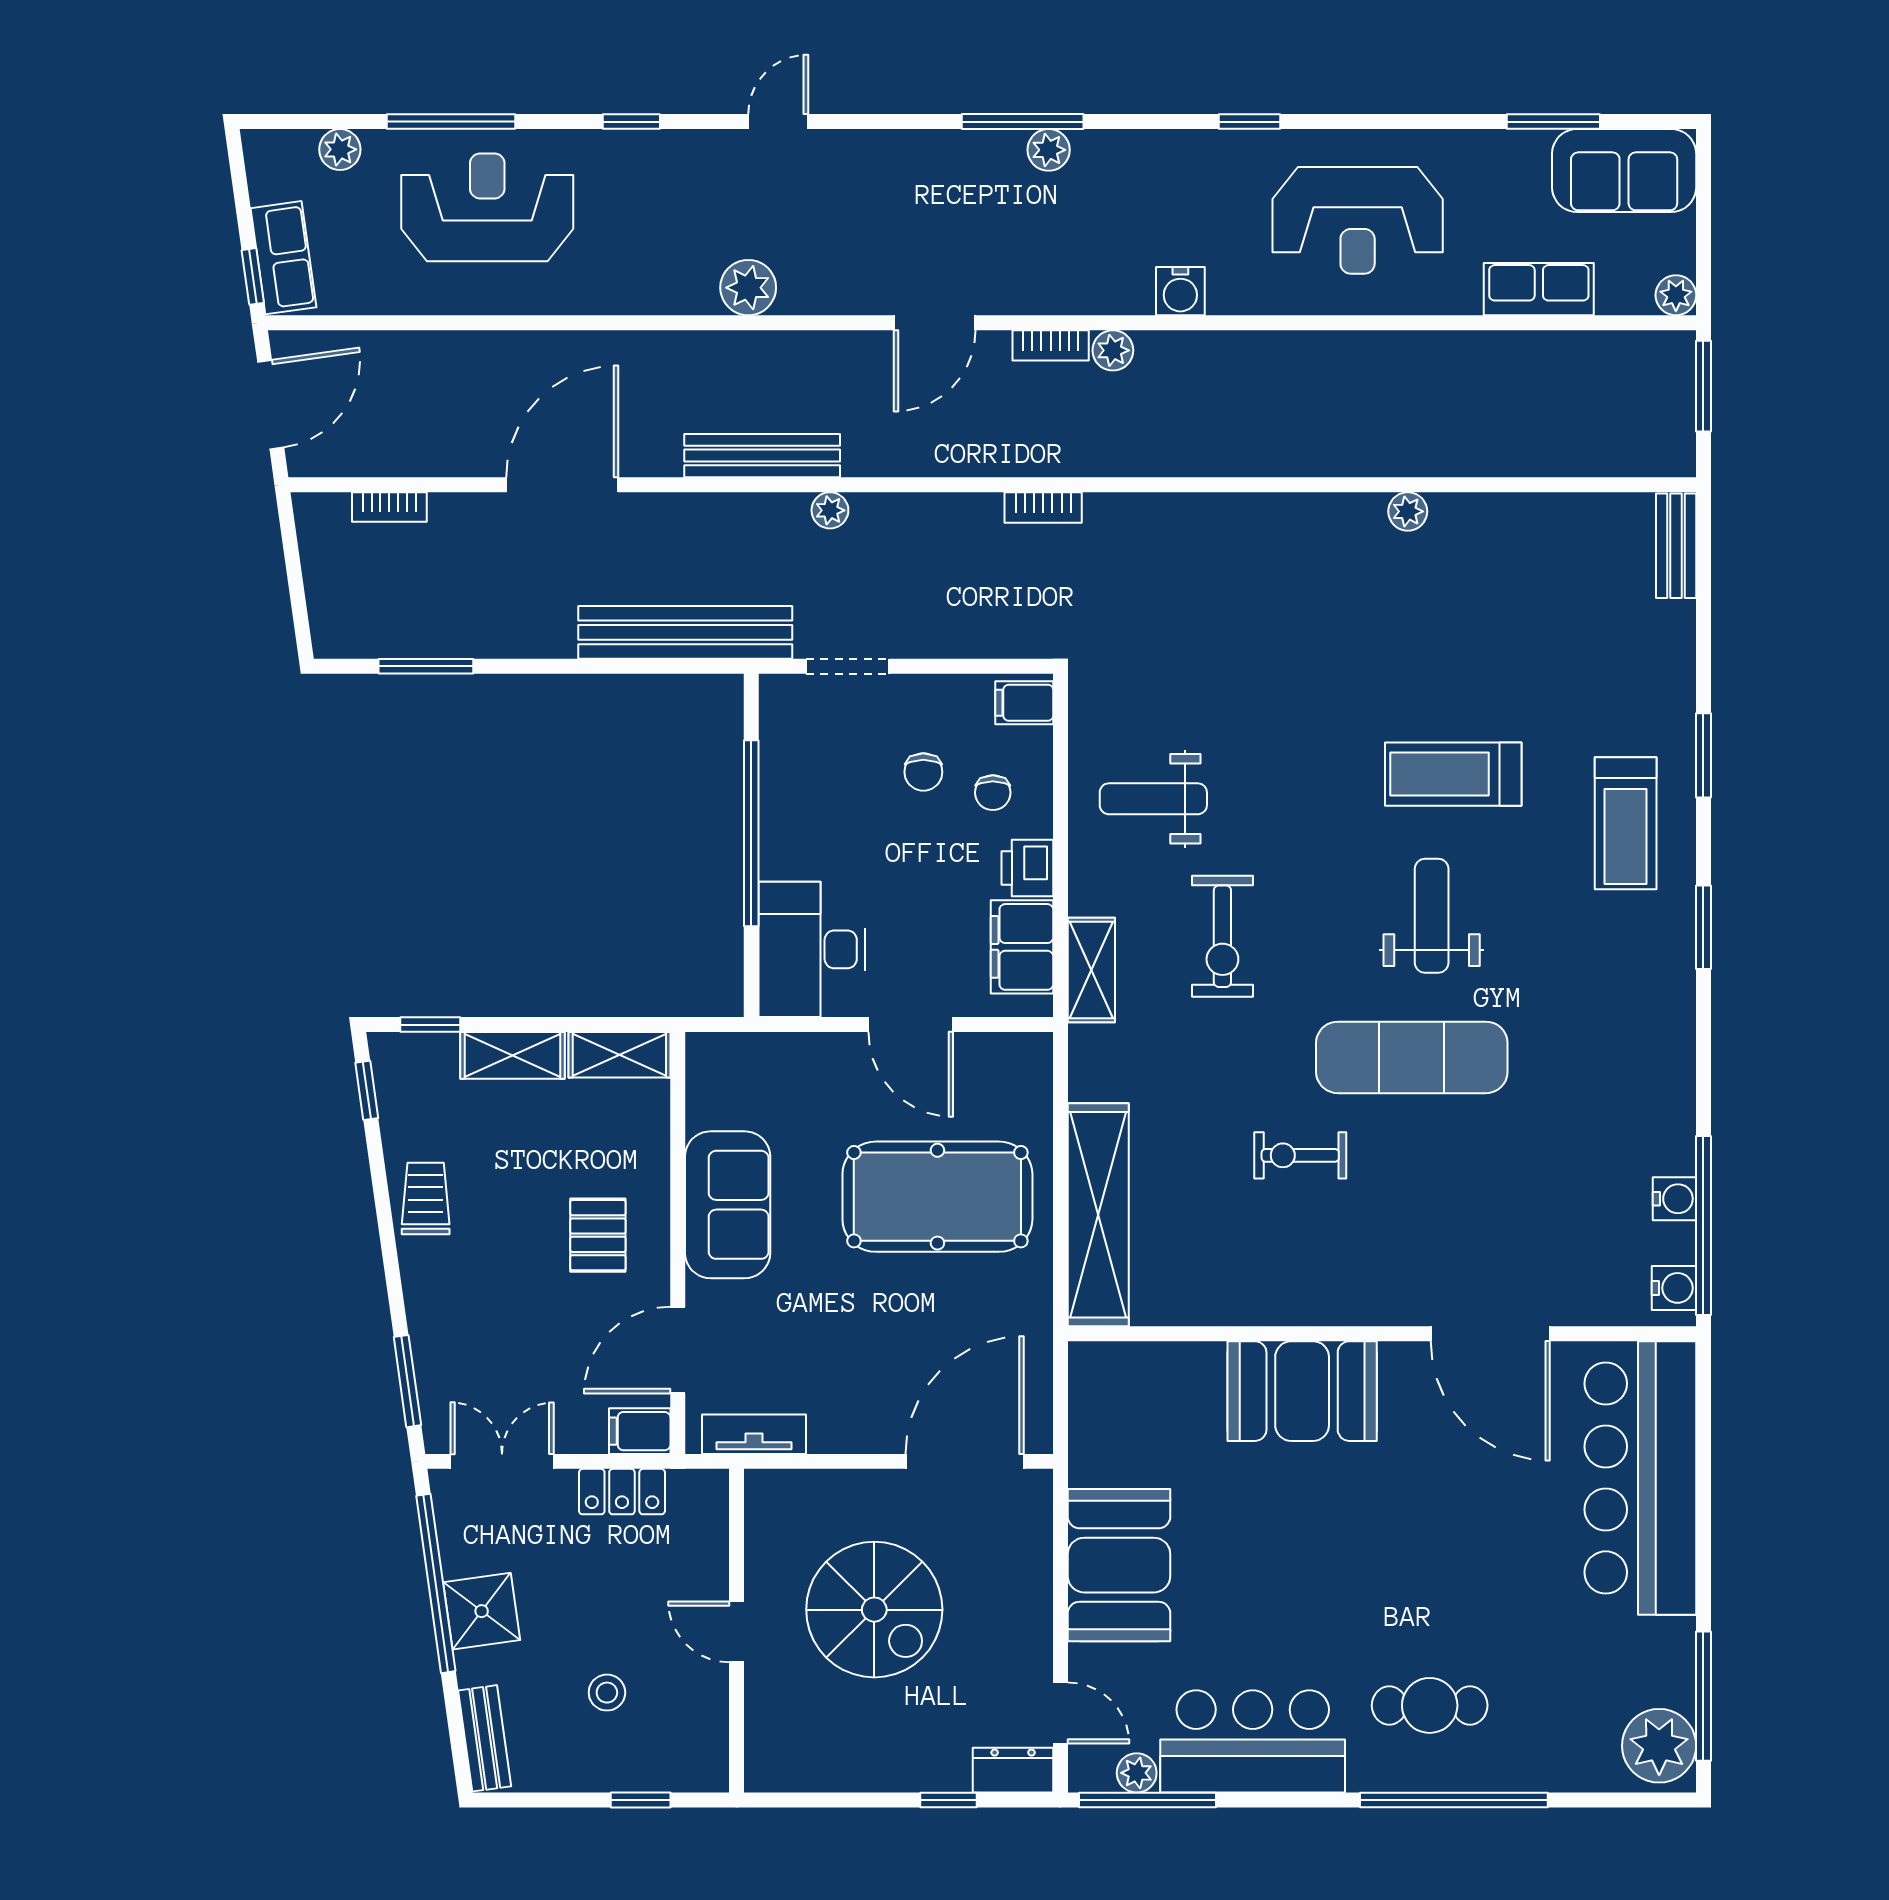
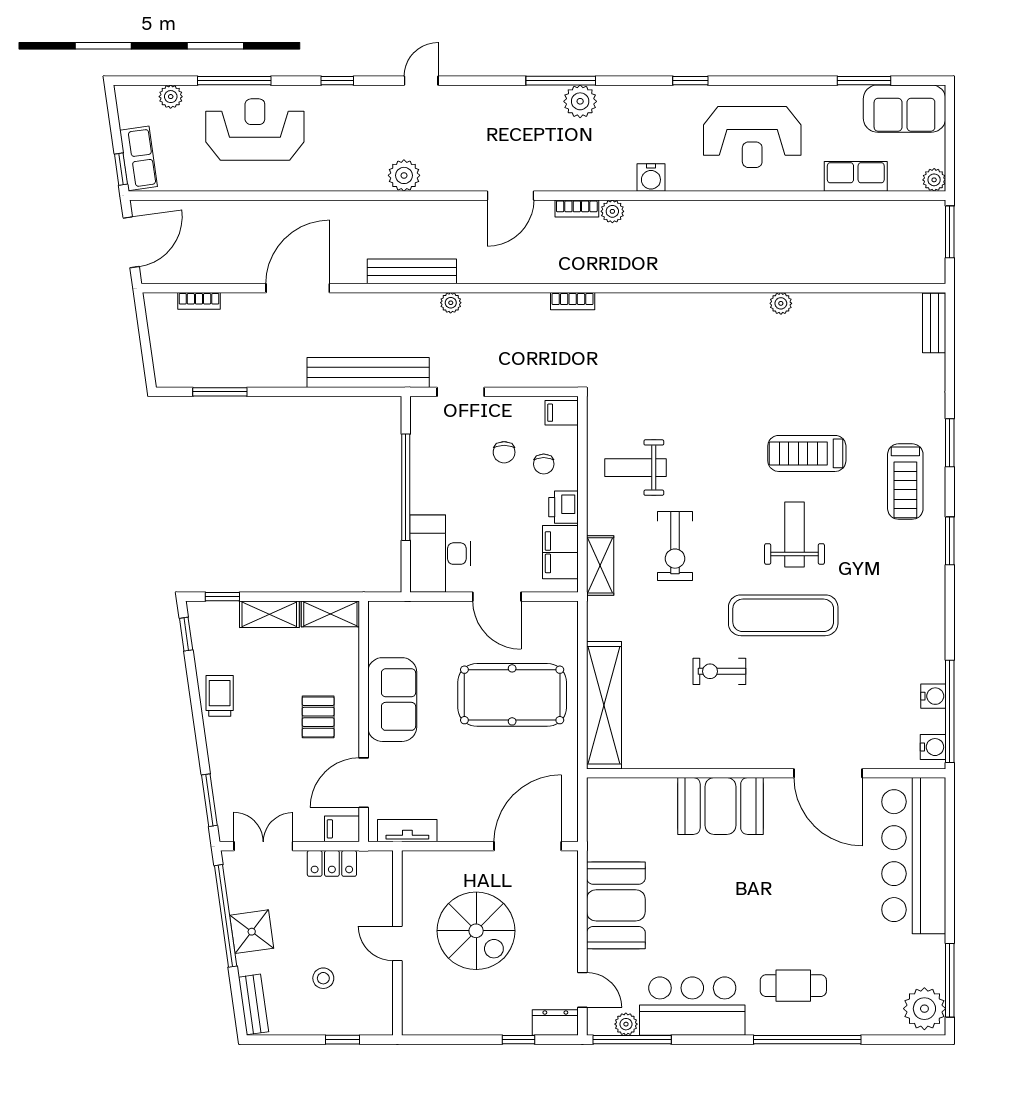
plant: (1049, 150) -> (580, 101), width x1.38, depth x1.38

